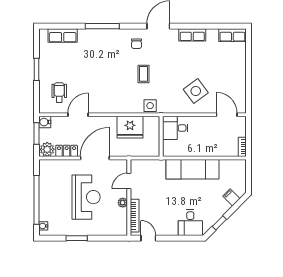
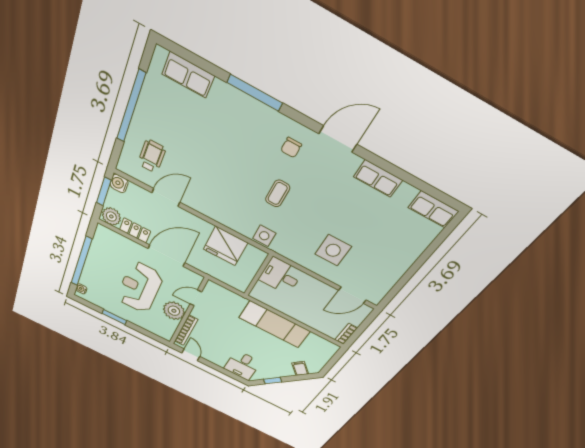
window: (37, 69) -> (131, 107), width x2.11
side table: (196, 91) -> (333, 250), turned 37
door: (227, 115) -> (352, 295), swing flipped
reception desk: (86, 197) -> (140, 288), turned 180
plant: (123, 203) -> (174, 311), width x1.87, depth x1.87

